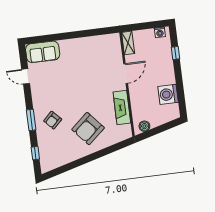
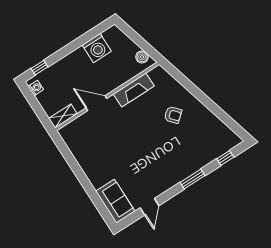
window: (175, 53) -> (40, 68), moved
armchair: (53, 120) -> (182, 156), removed
armchair: (88, 129) -> (173, 115), width x0.53, depth x0.53

